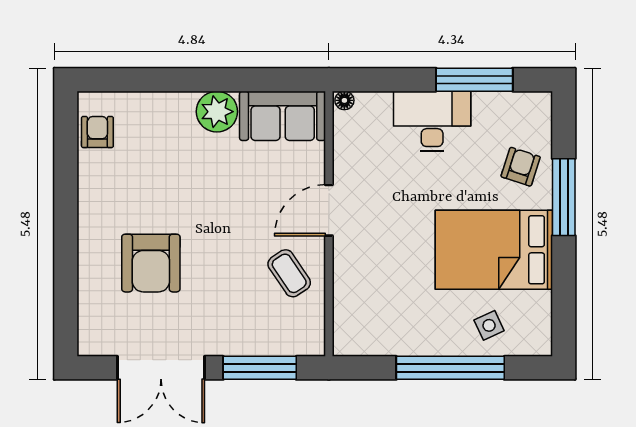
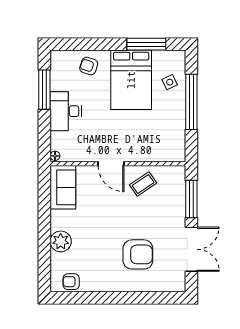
plant: (217, 112) -> (61, 241), moved
window: (564, 197) -> (146, 44), moved

